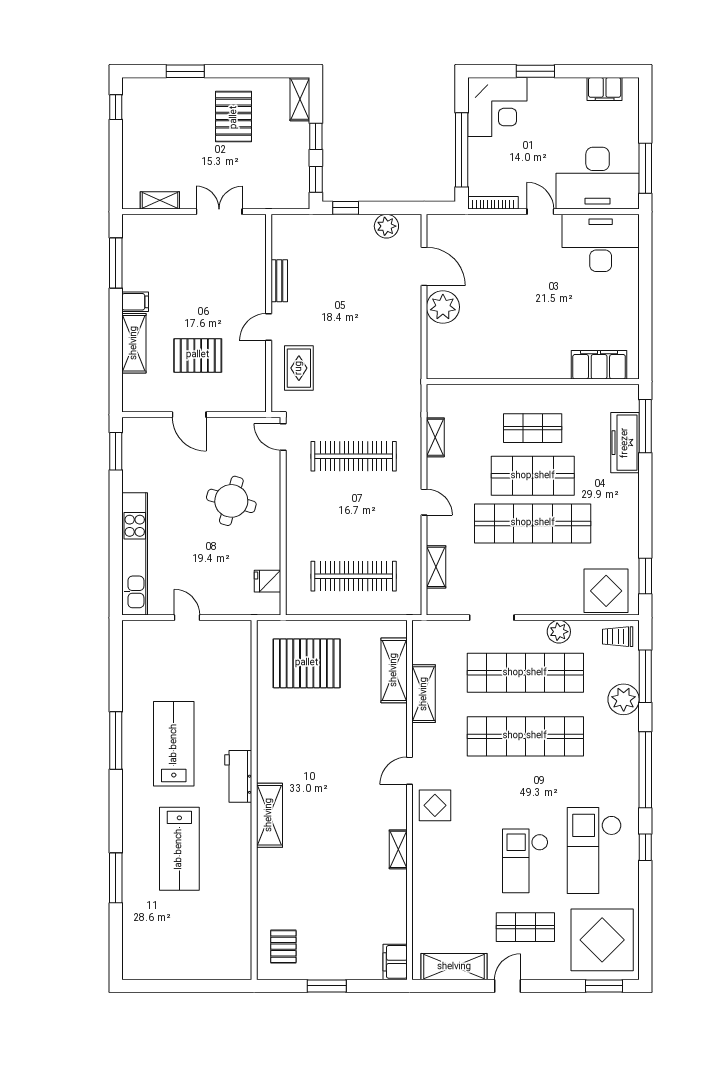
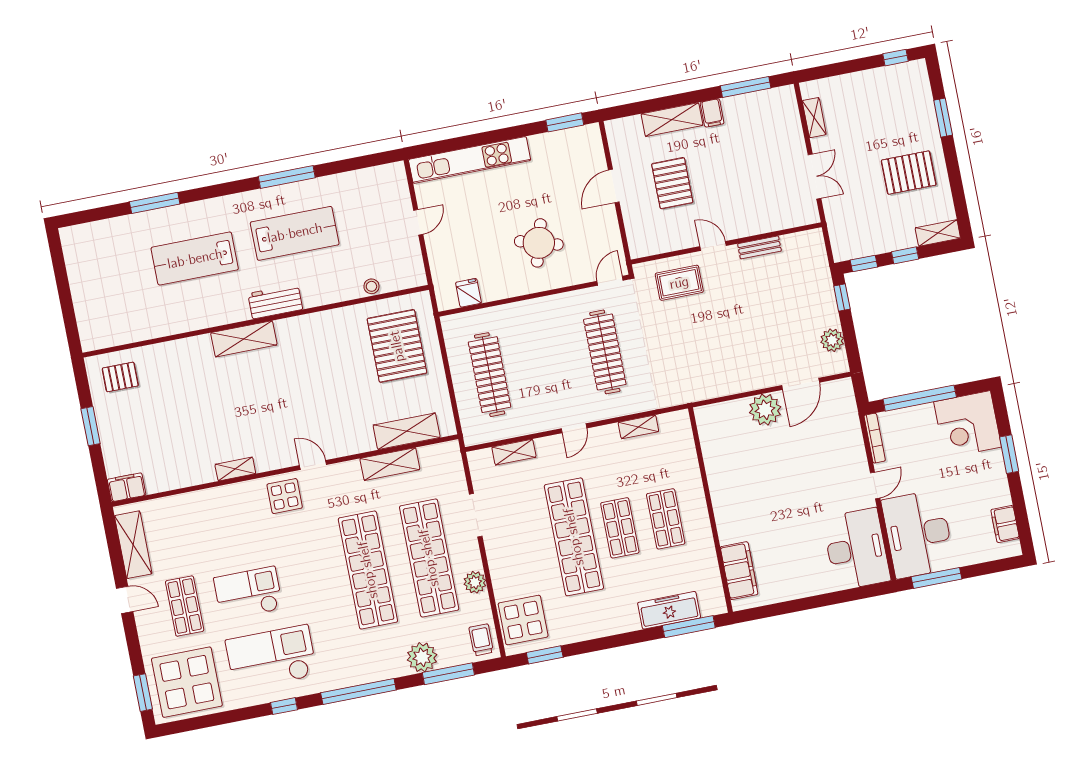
shop shelf: (533, 476) -> (620, 528), width x0.70, depth x0.74
stool: (242, 677) -> (371, 286), added

